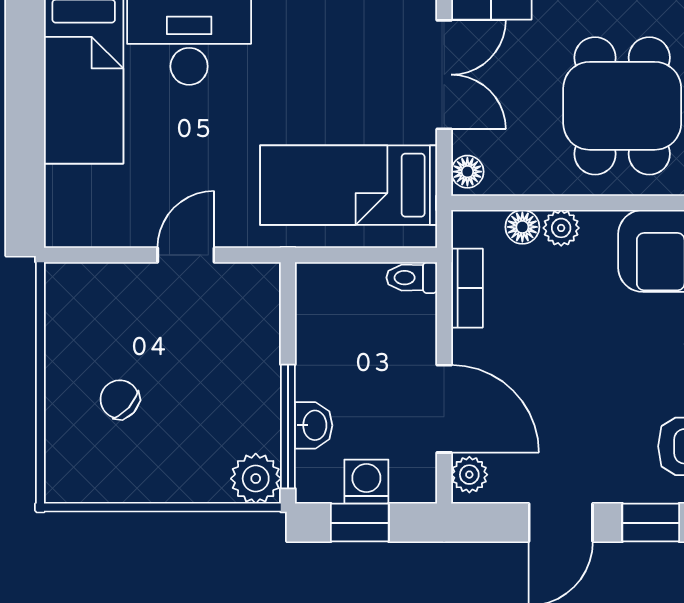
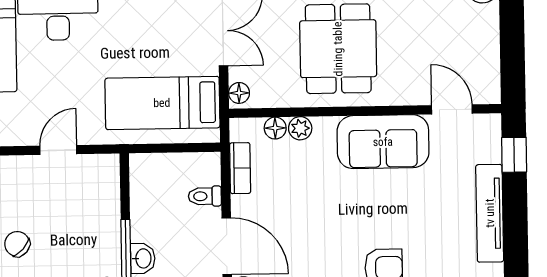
toilet: (412, 278) -> (205, 196), moved

